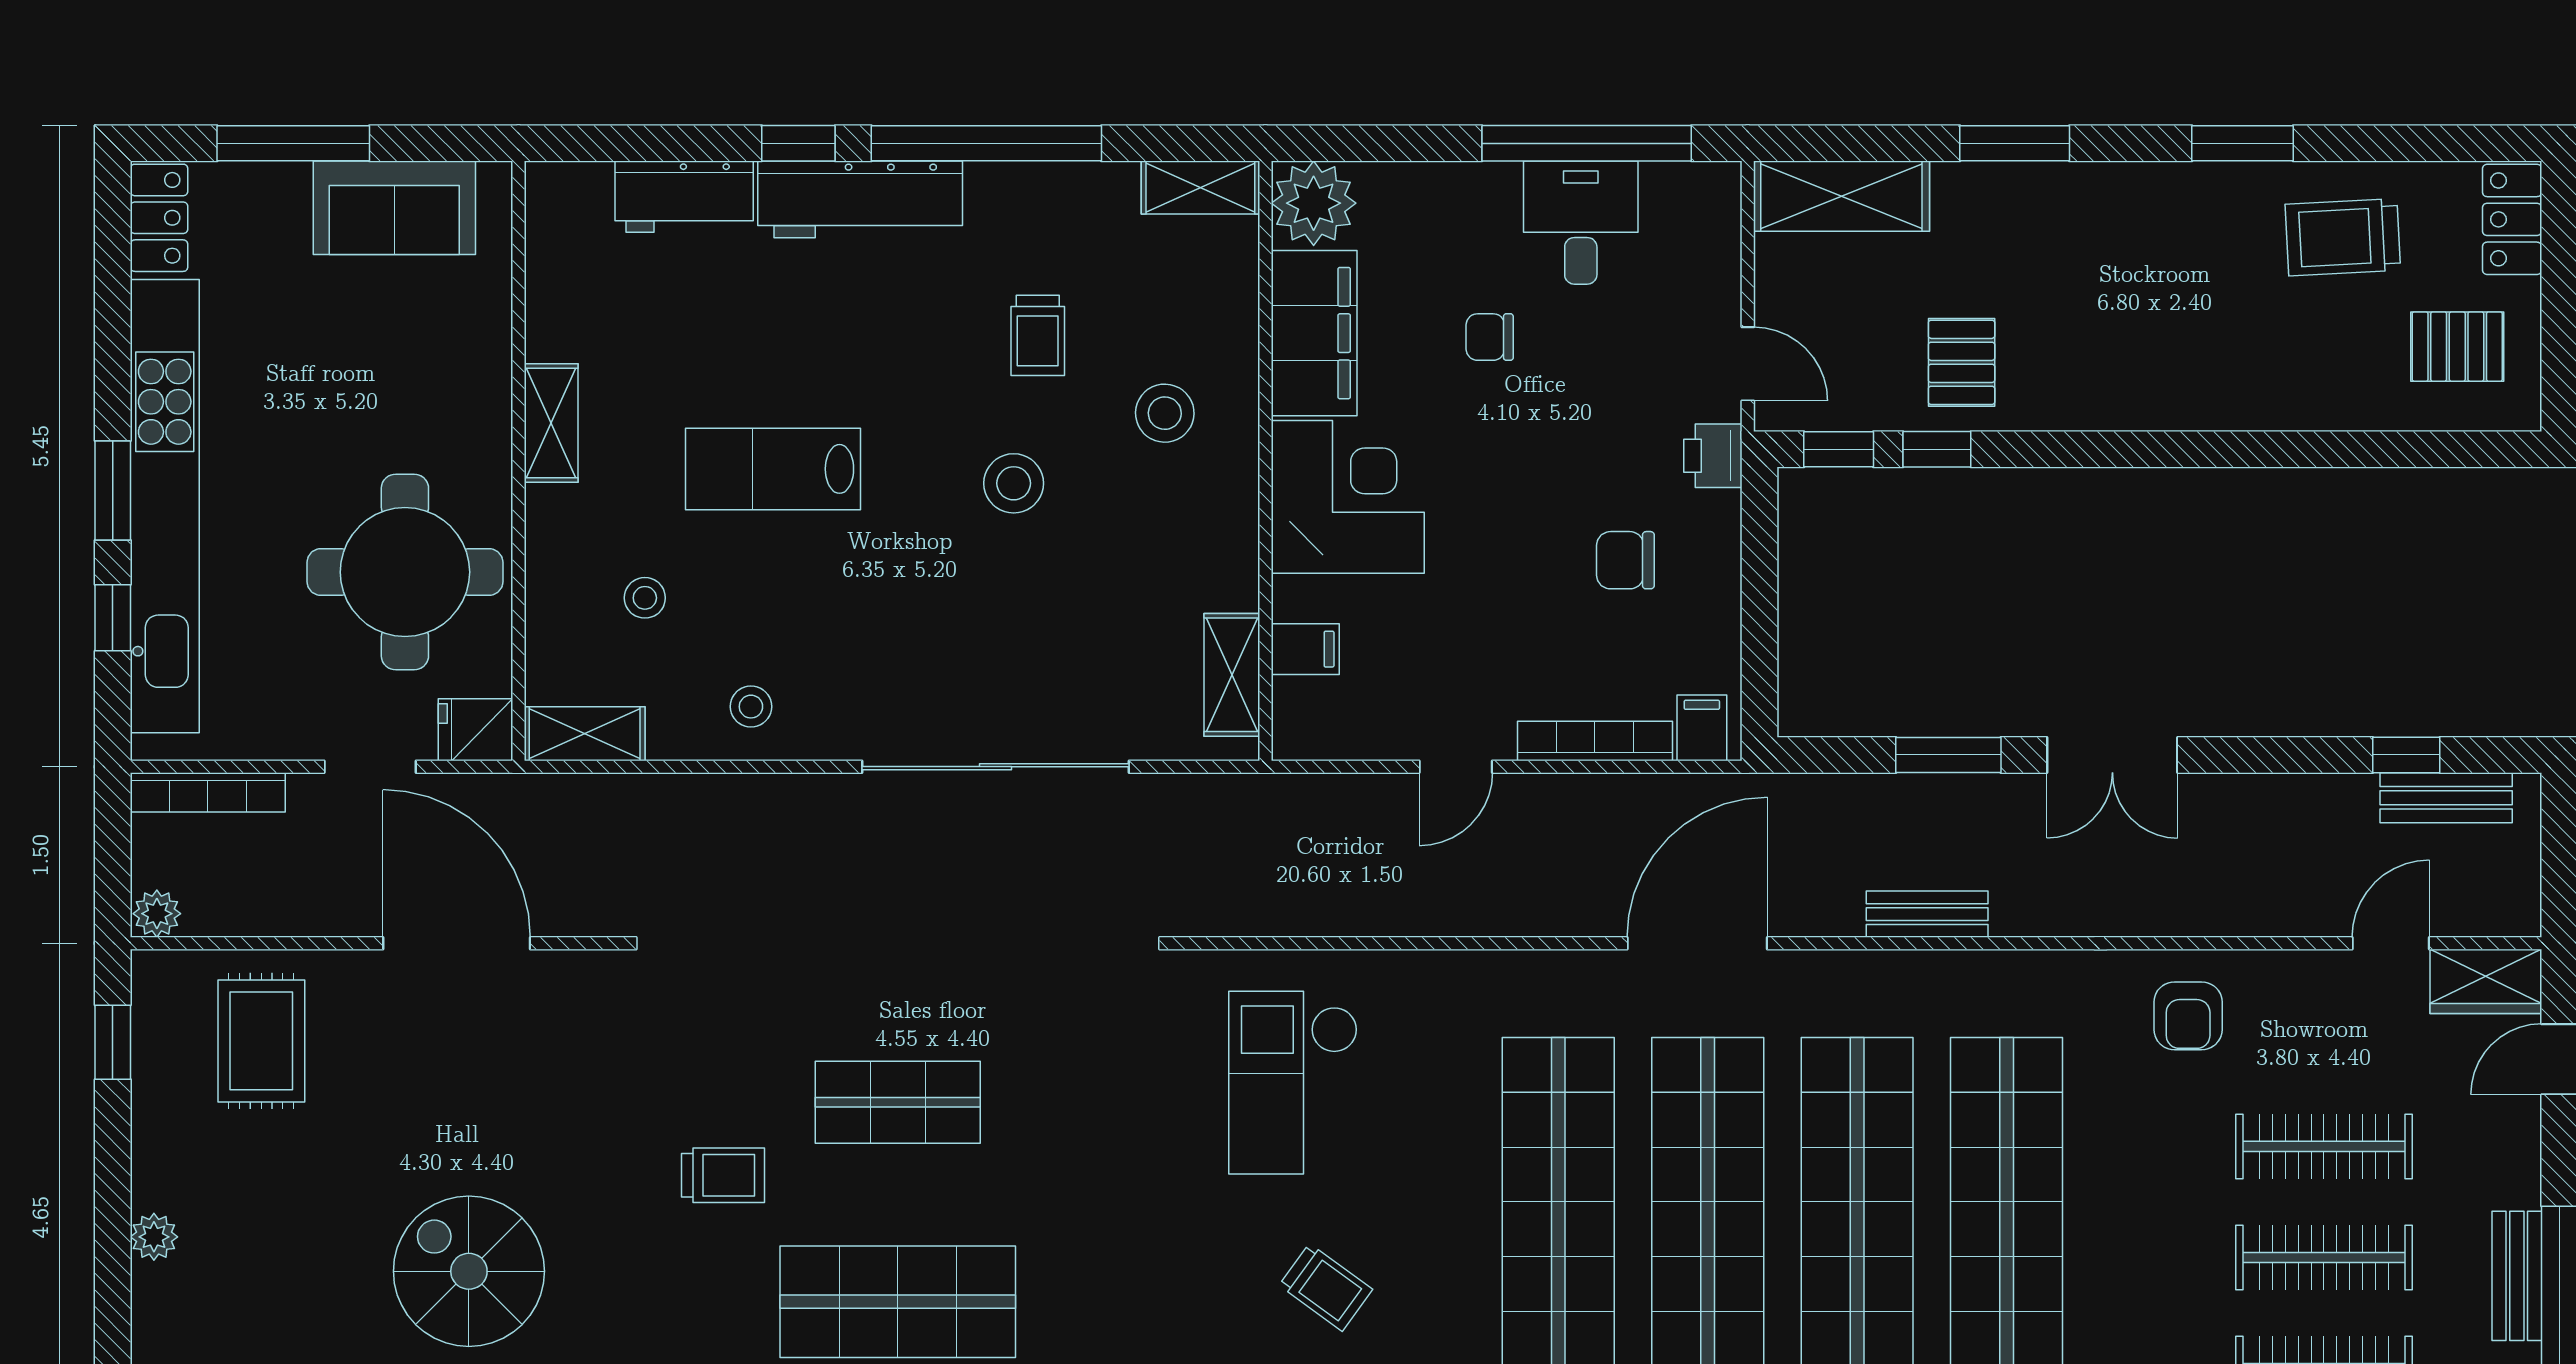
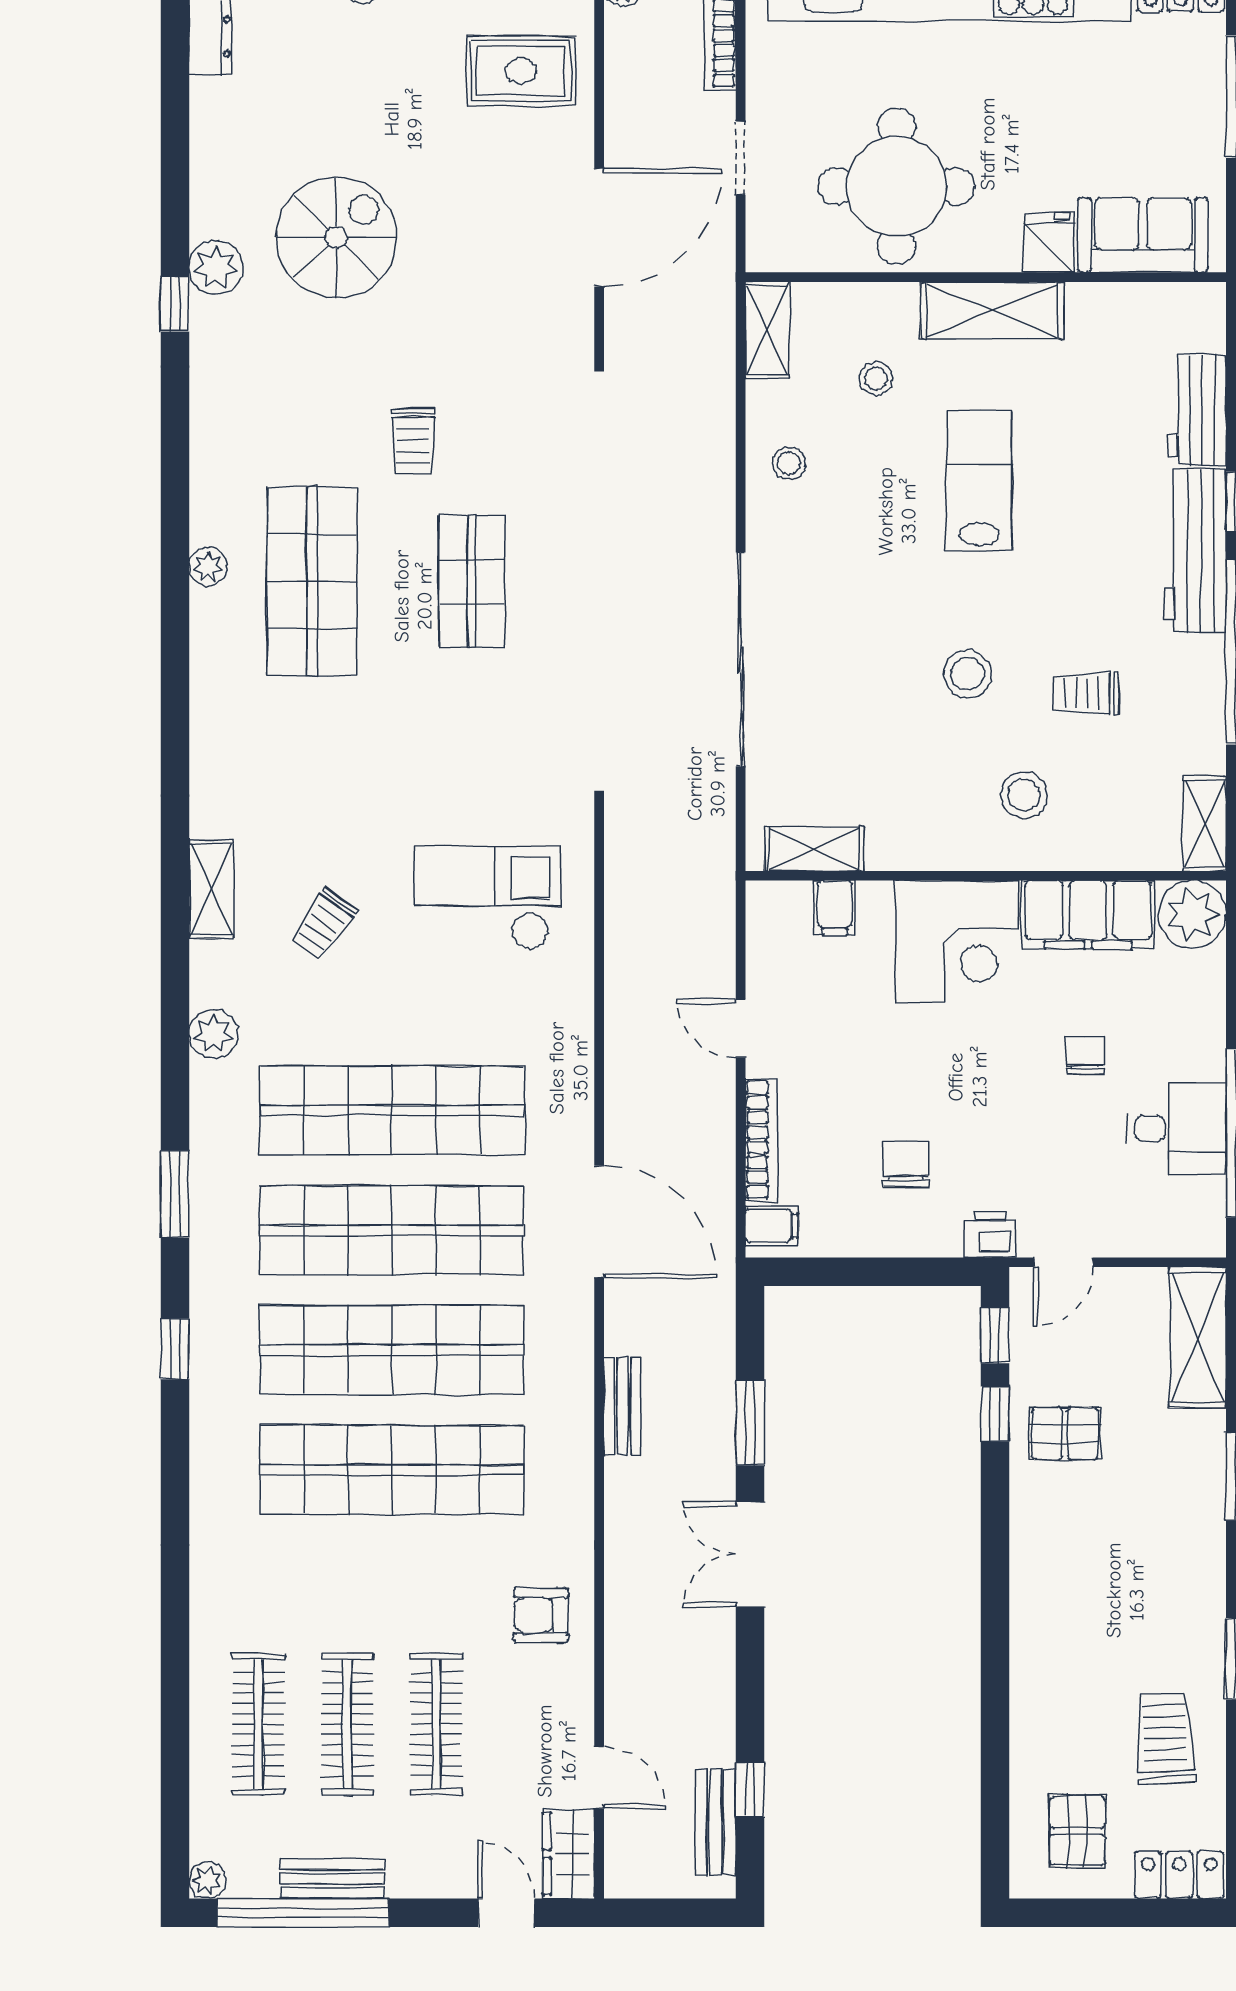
sofa: (394, 208) -> (1143, 235), moved, turned 90
shelving: (551, 423) -> (992, 310), width x1.50, depth x1.33
fridge: (475, 730) -> (1049, 243), moved

